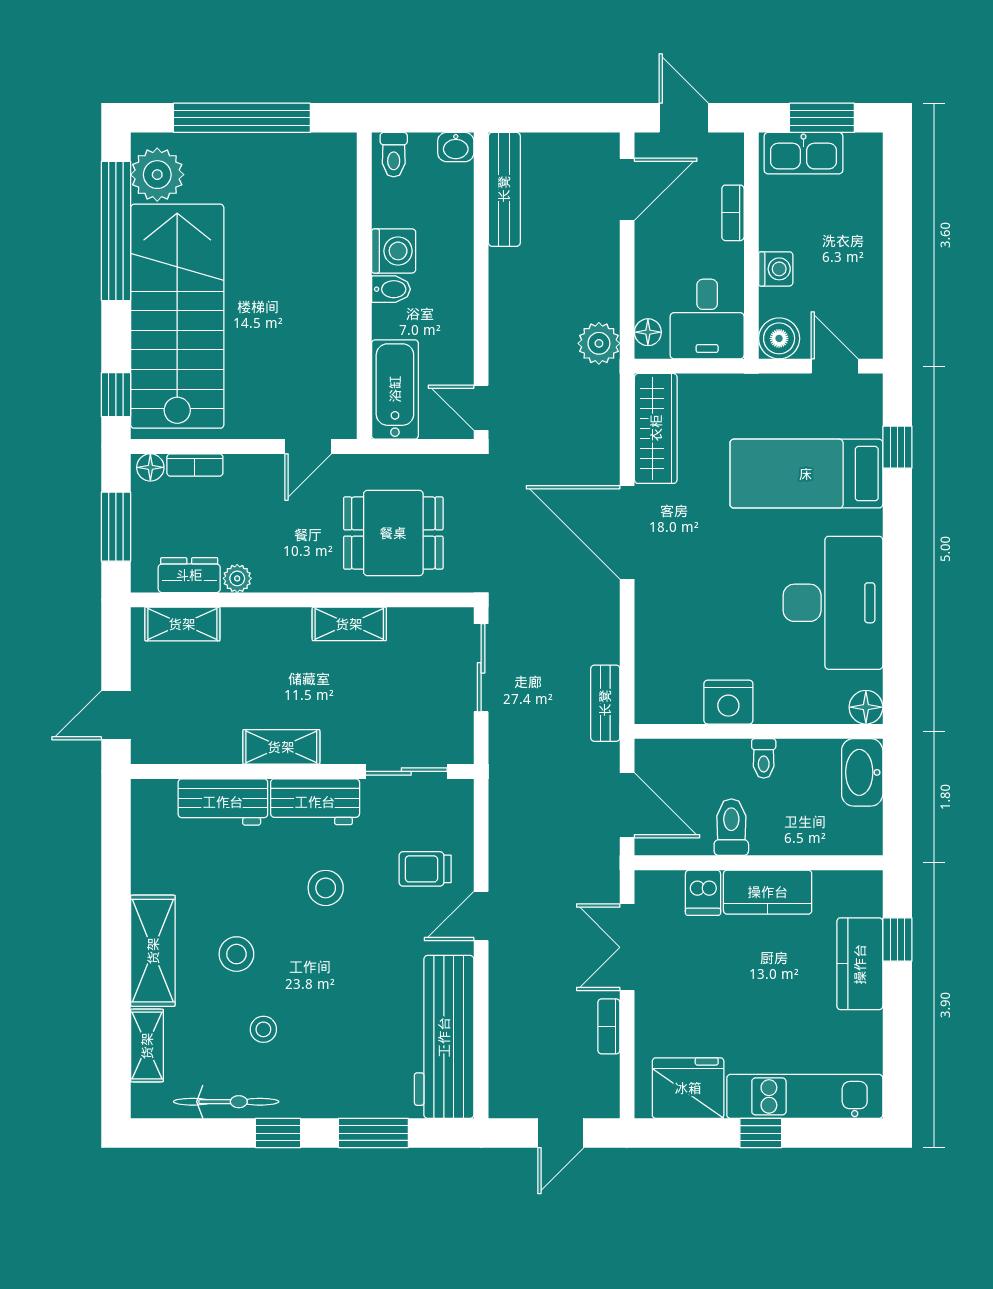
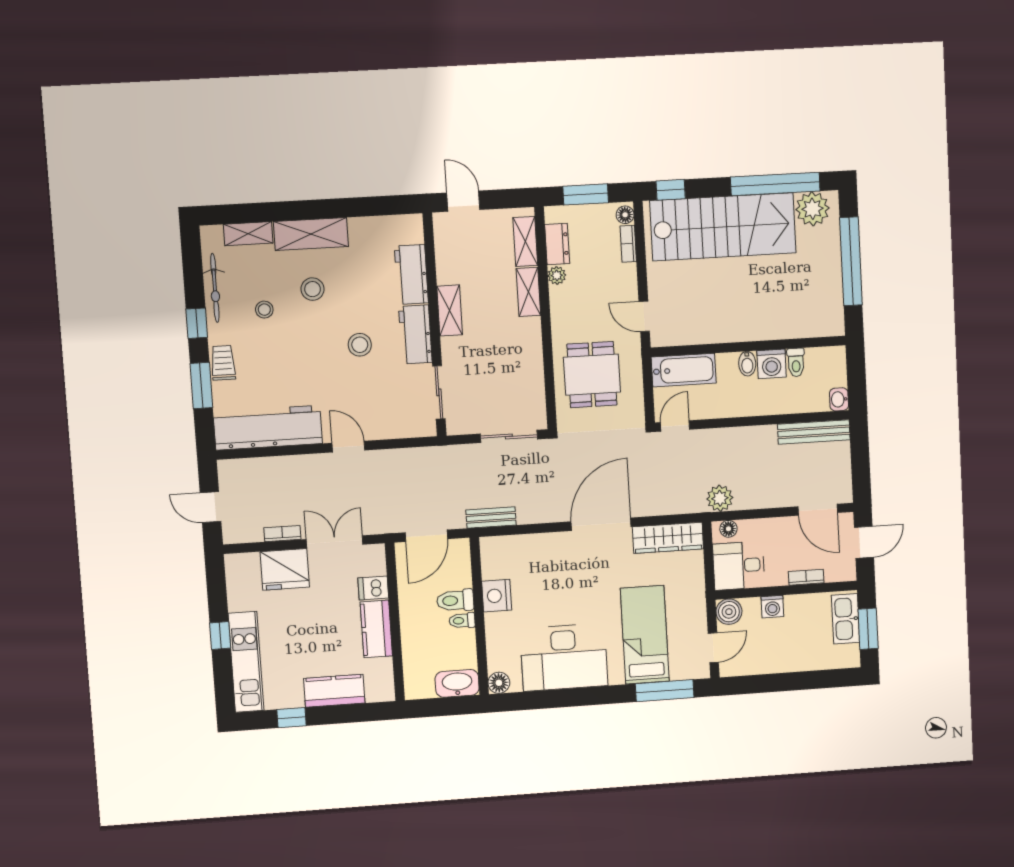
toilet: (394, 155) -> (796, 362), moved, turned -90
window: (897, 447) -> (665, 691), width x2.17
shelving: (349, 624) -> (528, 292), moved
toilet: (731, 827) -> (455, 600), moved, turned 180
trolley: (425, 869) -> (223, 363), moved
window: (897, 939) -> (292, 718), moved
fridge: (688, 1088) -> (285, 569), moved, turned 90

